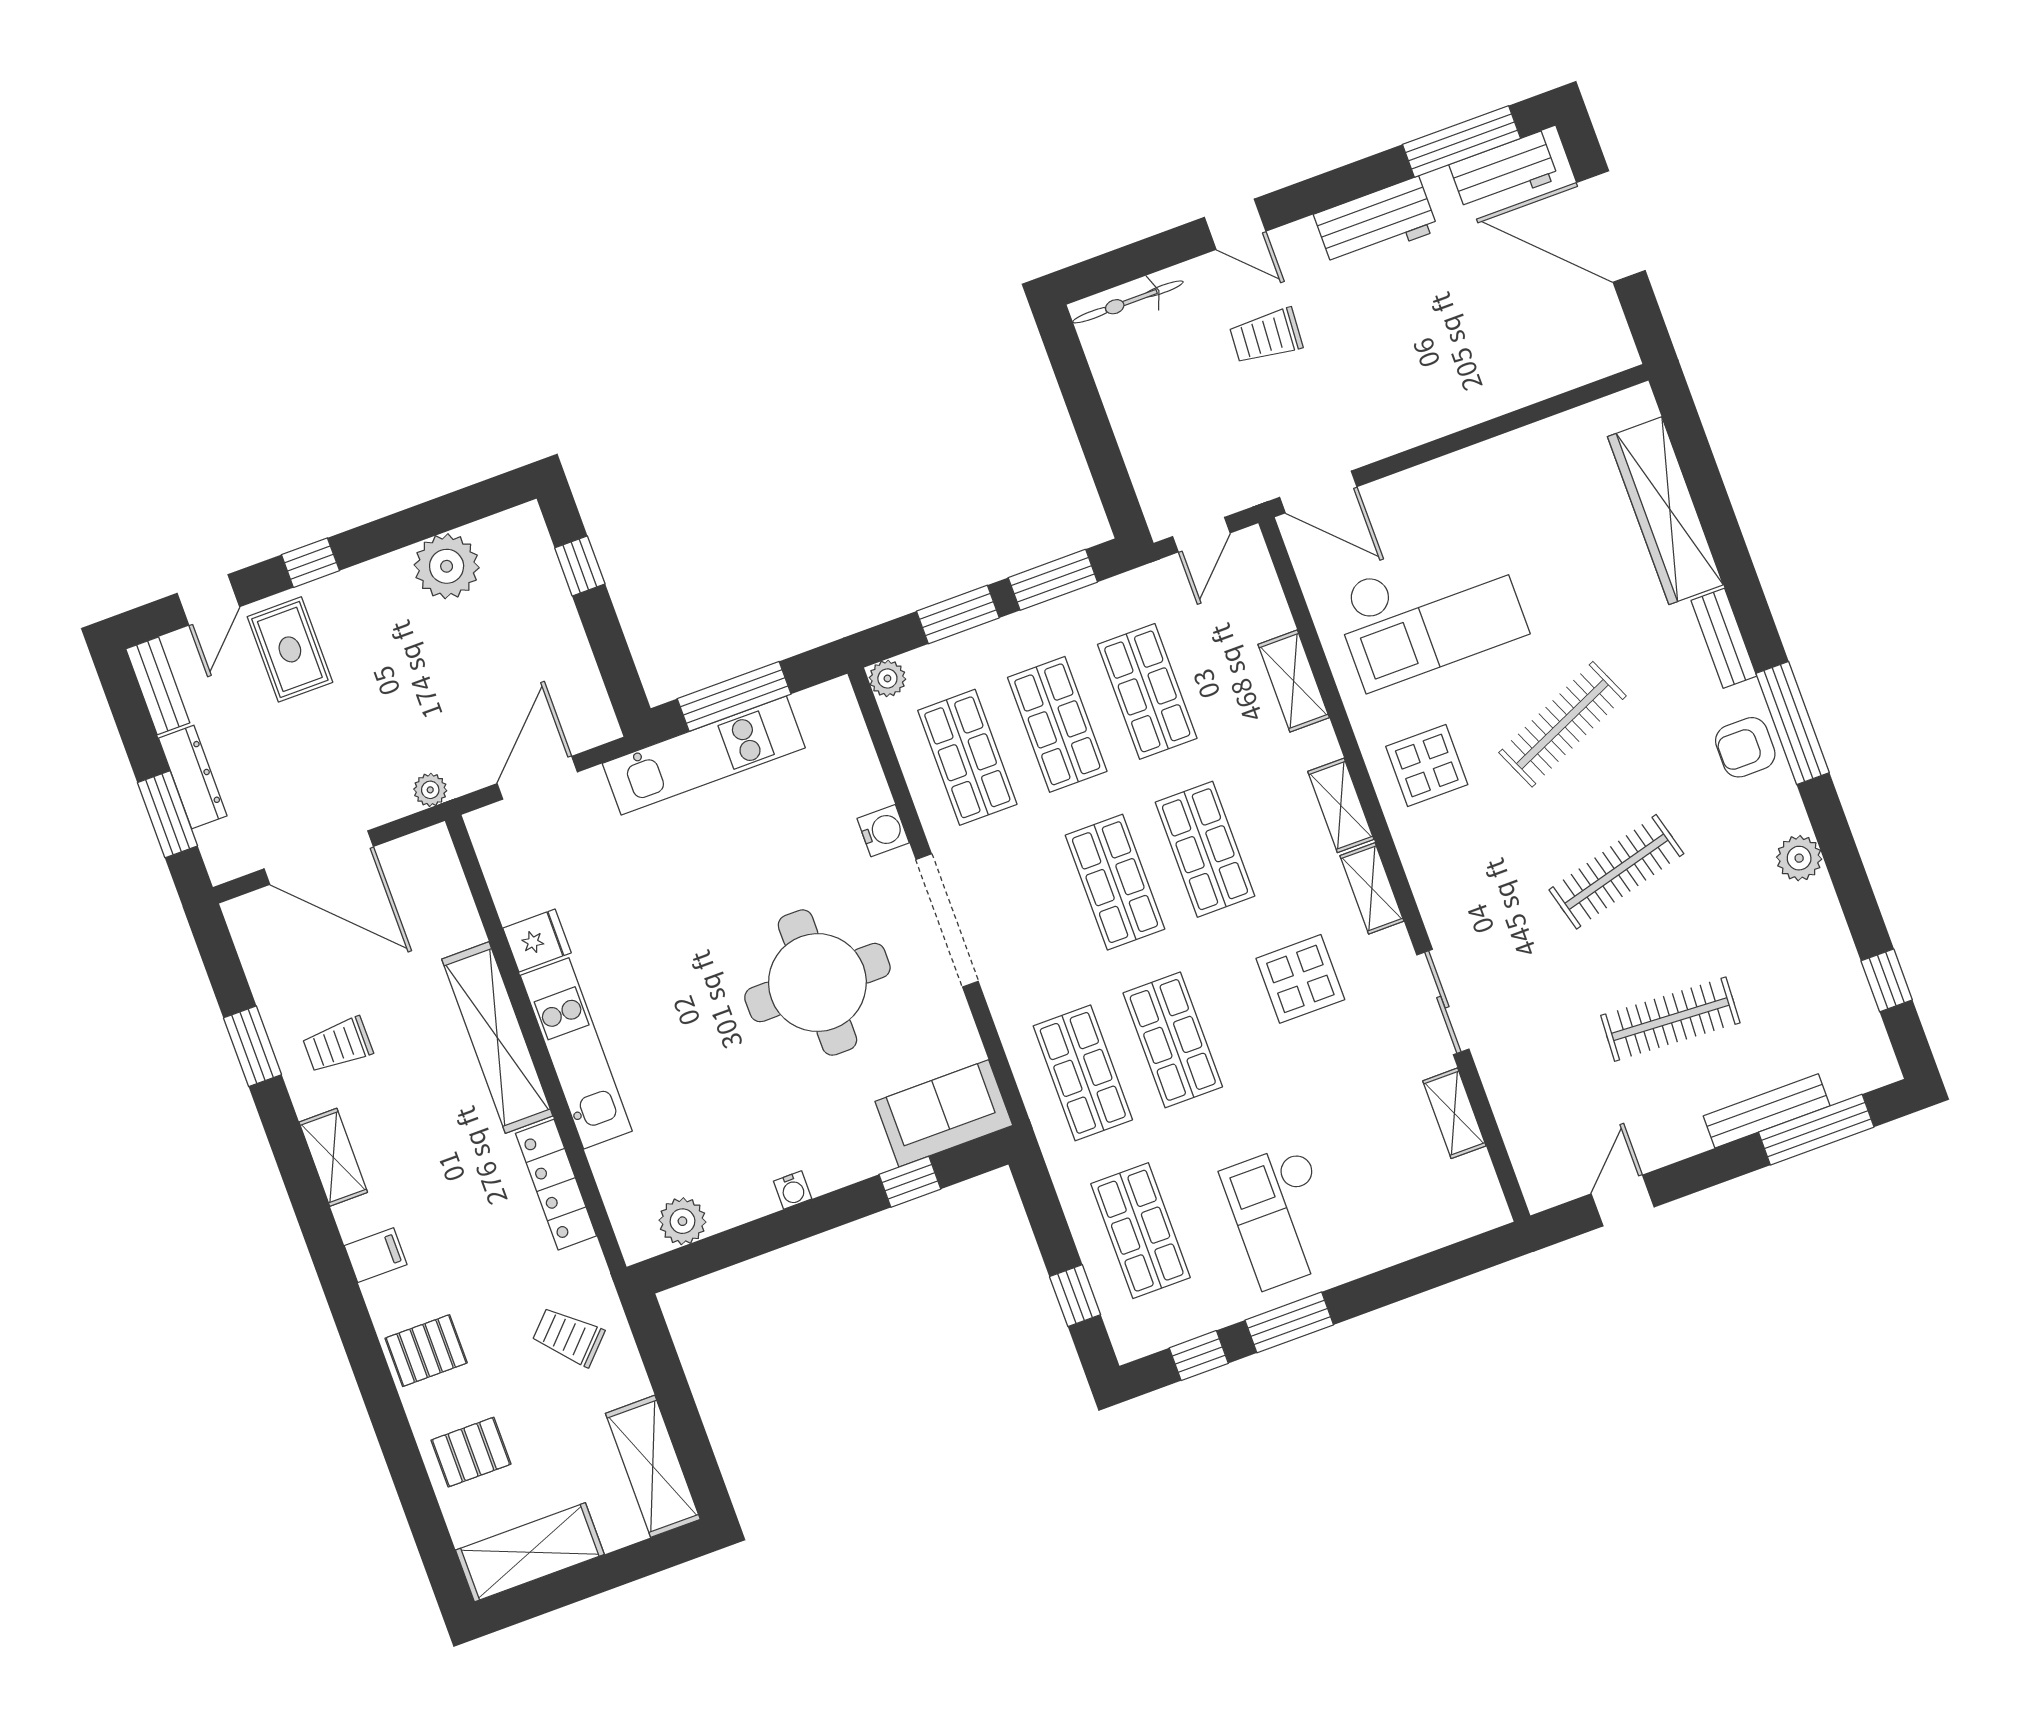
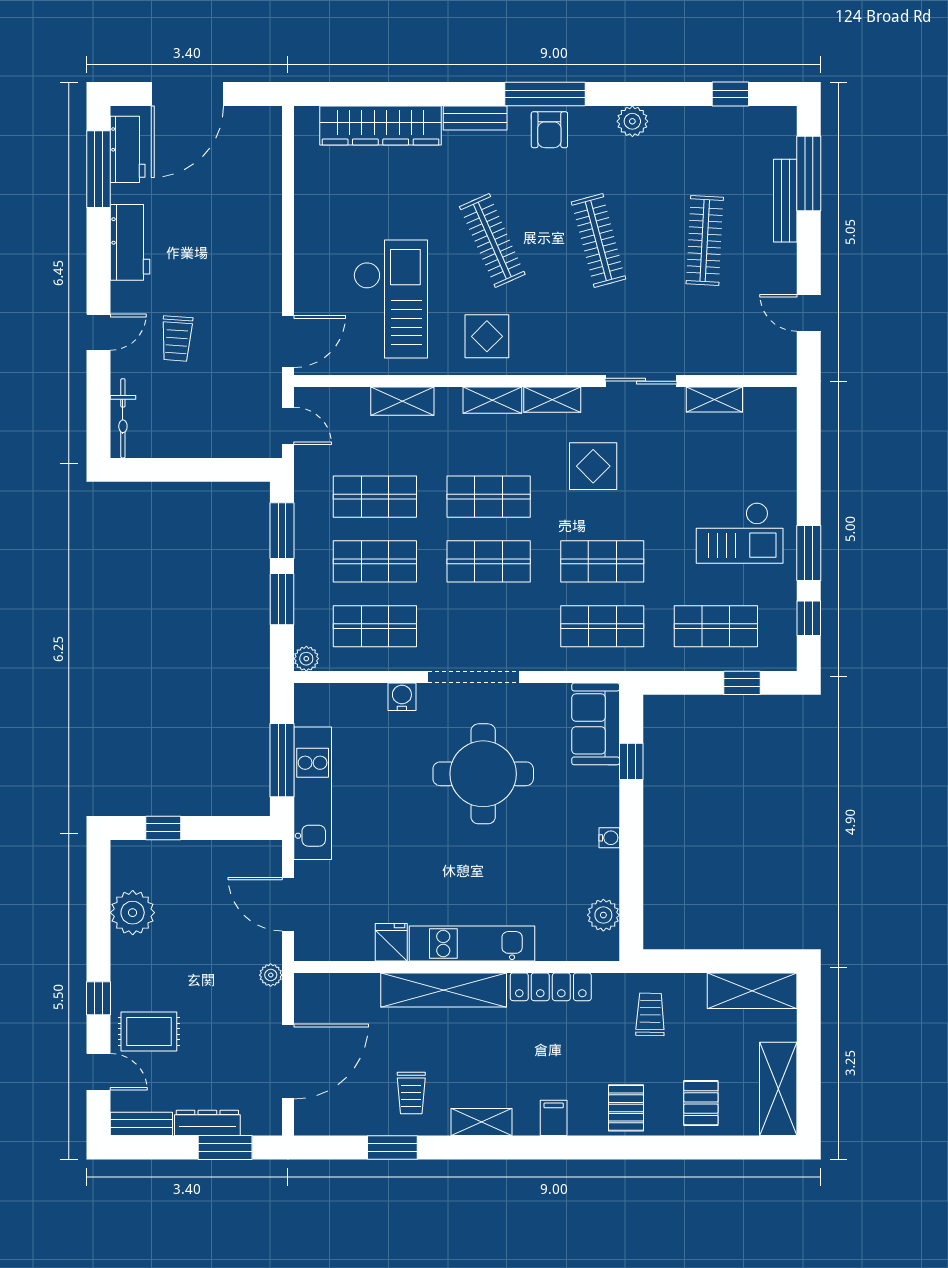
trolley: (568, 1337) -> (650, 1014), turned 137

